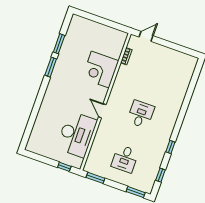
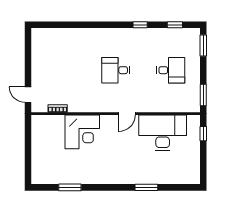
window: (51, 67) -> (146, 187), moved

